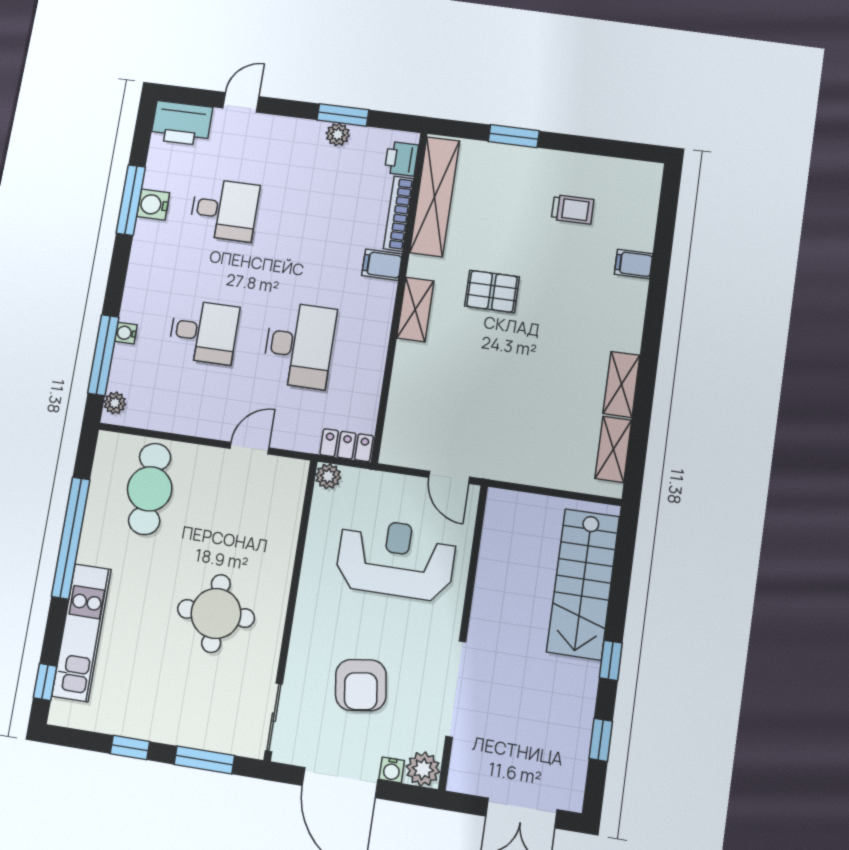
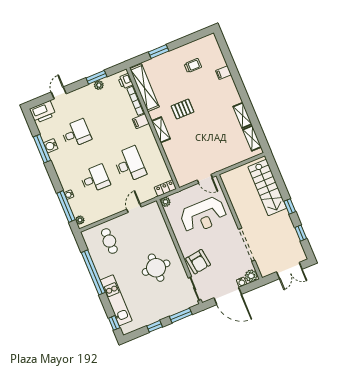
cafe table: (150, 489) -> (109, 241), width x0.73, depth x0.74
reception desk: (396, 559) -> (203, 215), turned 180
armchair: (361, 685) -> (198, 262), moved

